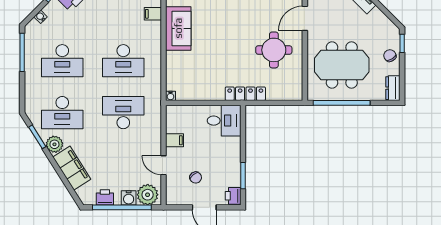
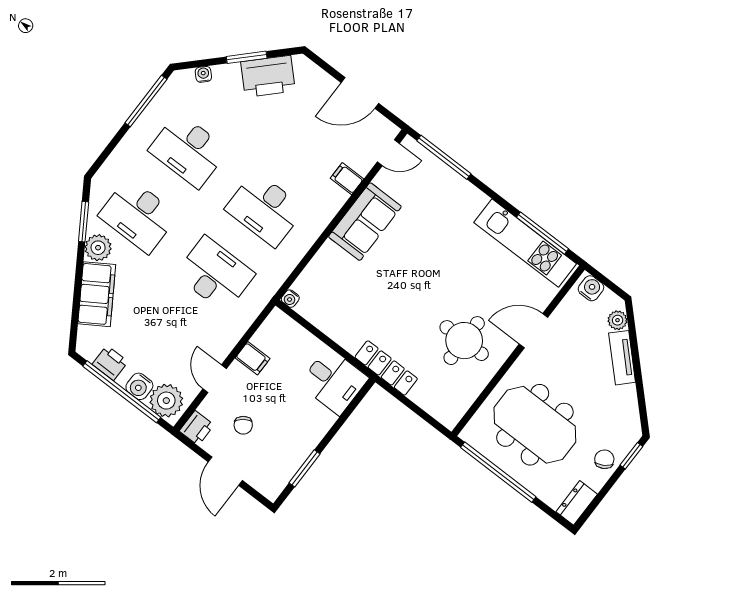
printer: (233, 196) -> (197, 428), moved, turned 180

